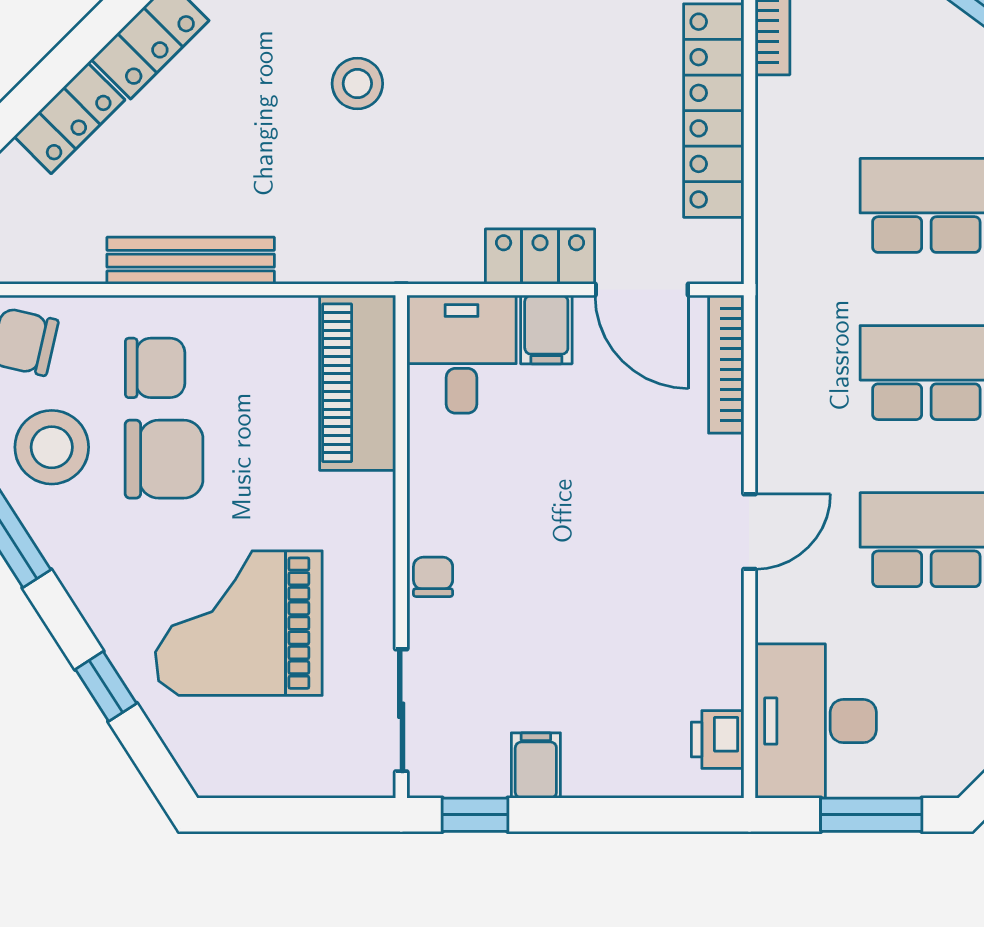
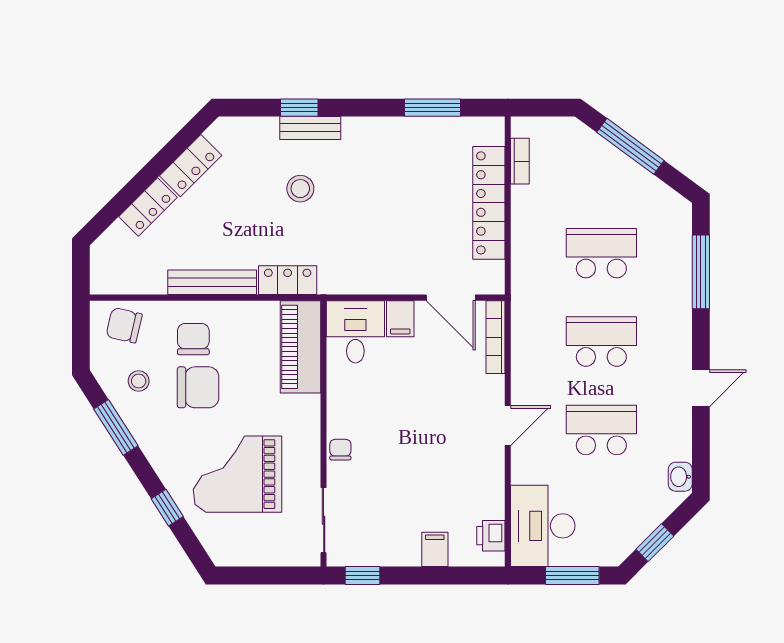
locker: (540, 257) -> (288, 280), moved
chair: (155, 368) -> (193, 339), turned -90
stool: (52, 447) -> (139, 381), width x0.53, depth x0.53
filing cabinet: (536, 765) -> (435, 549), moved

